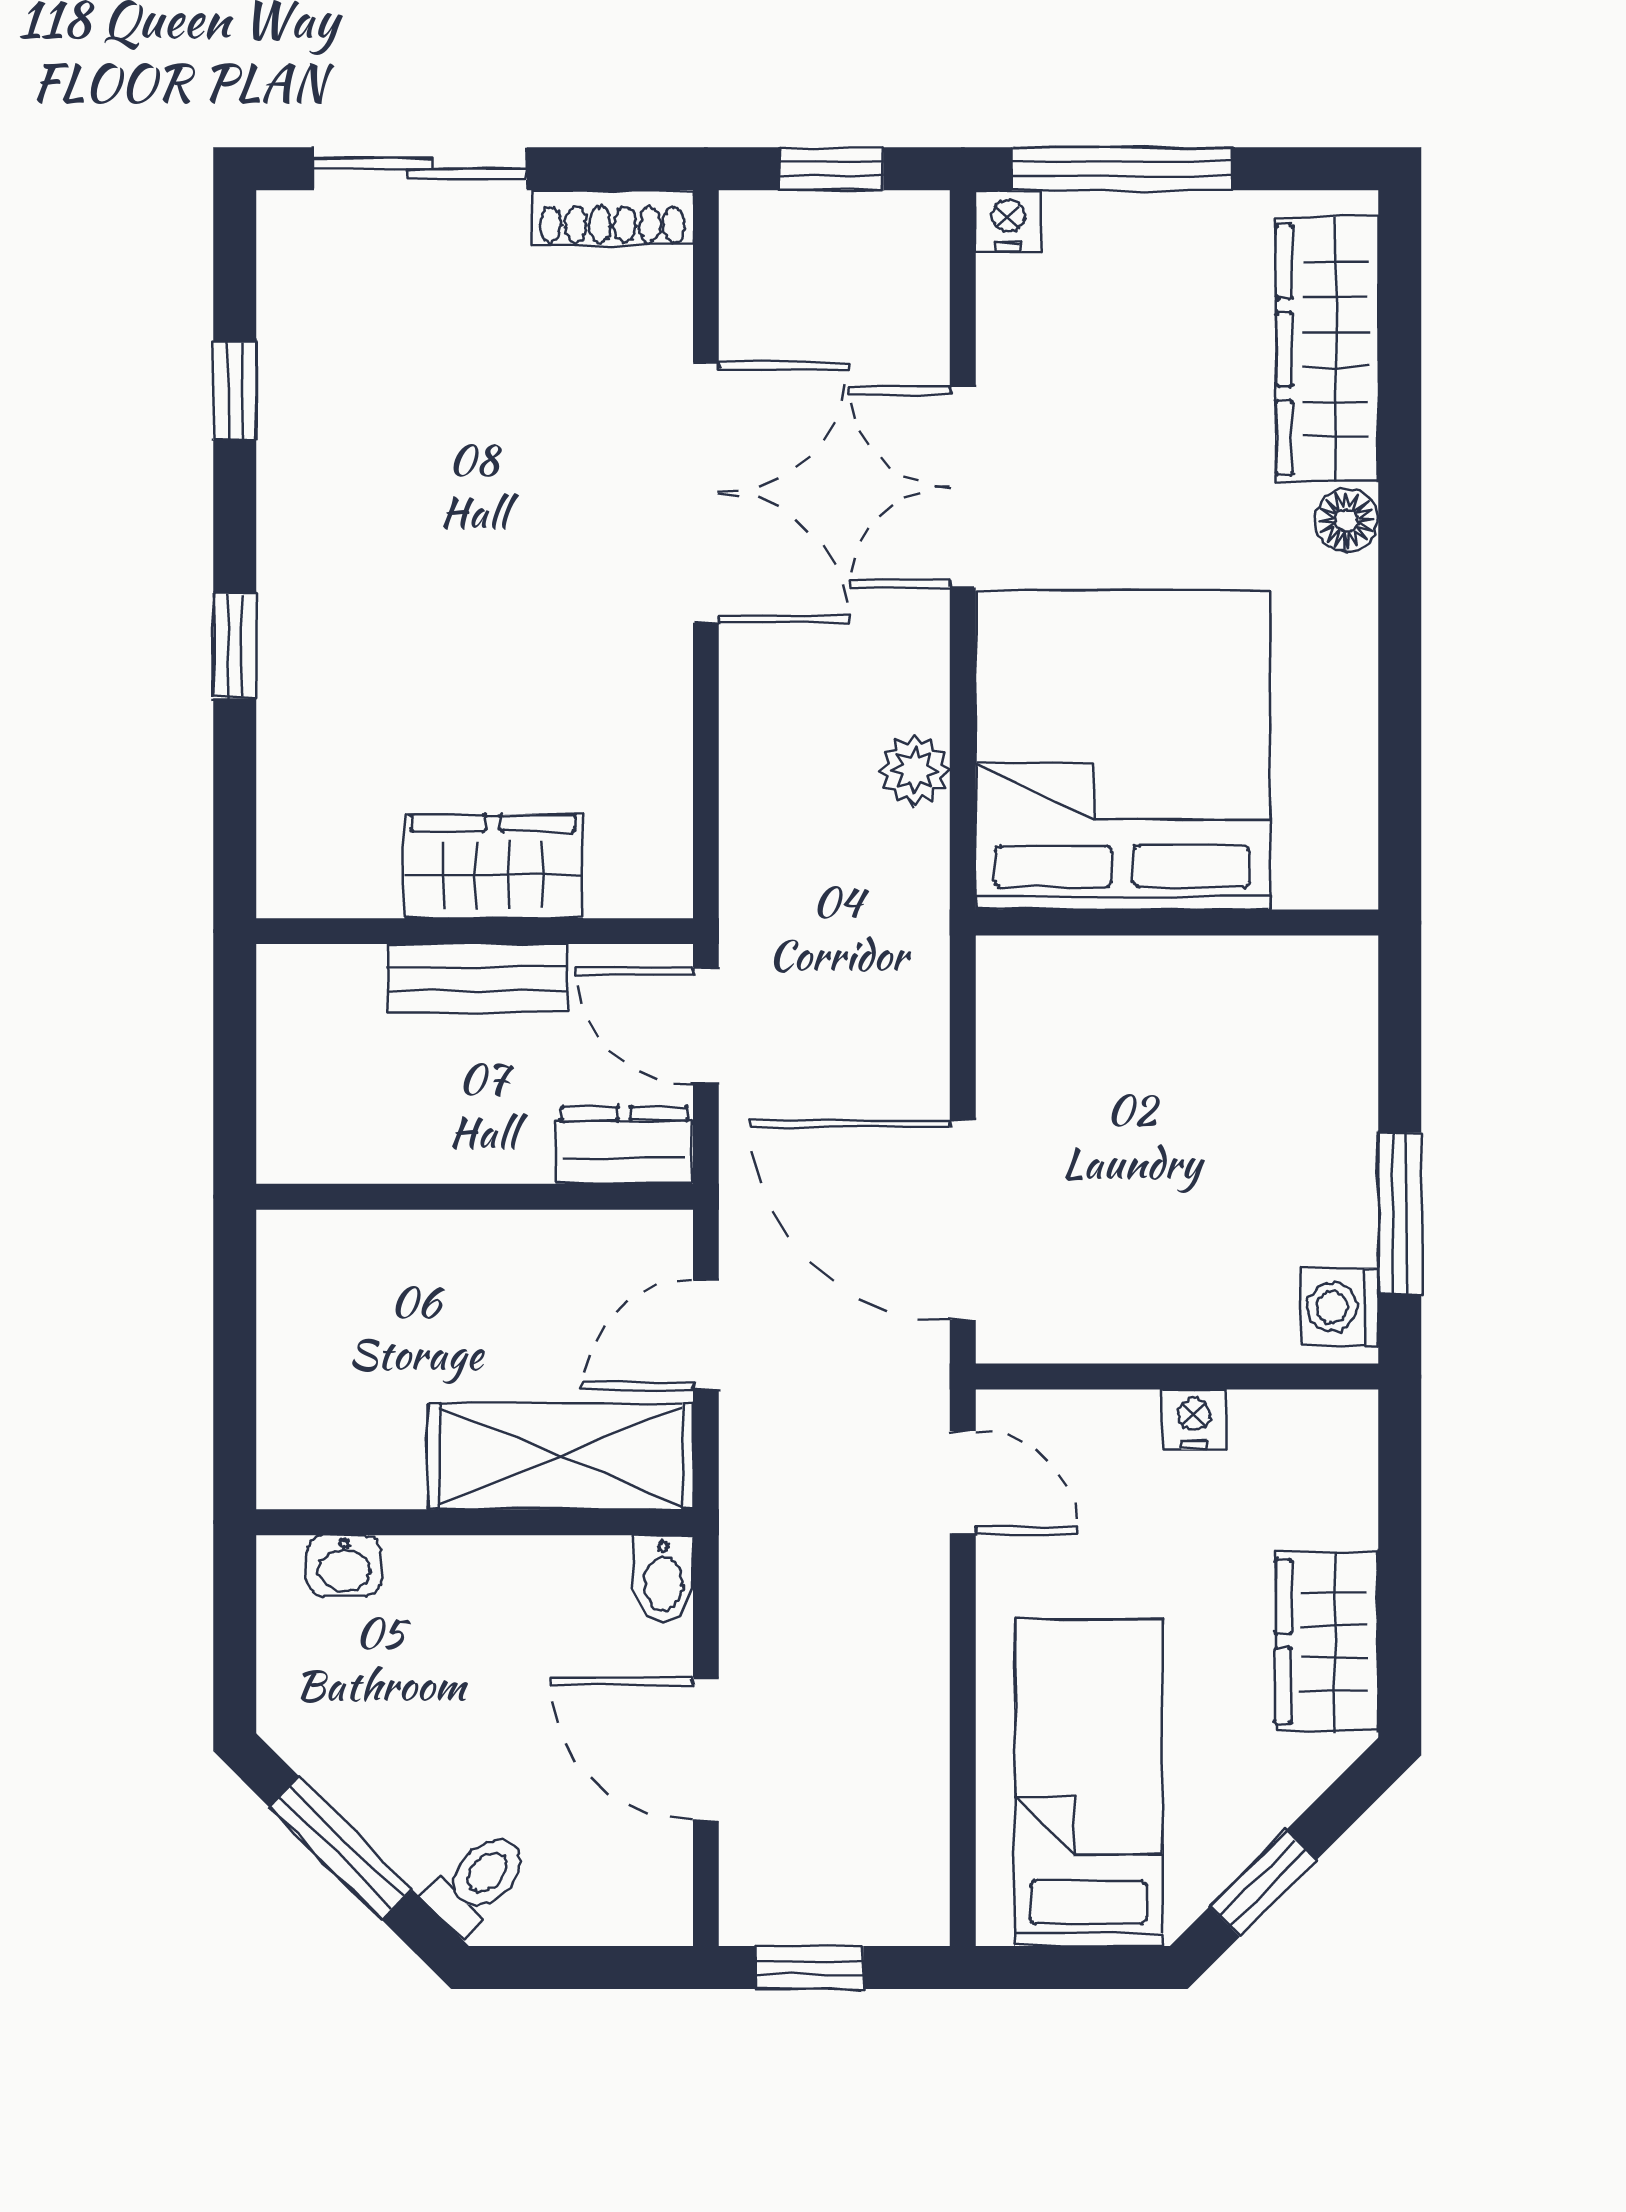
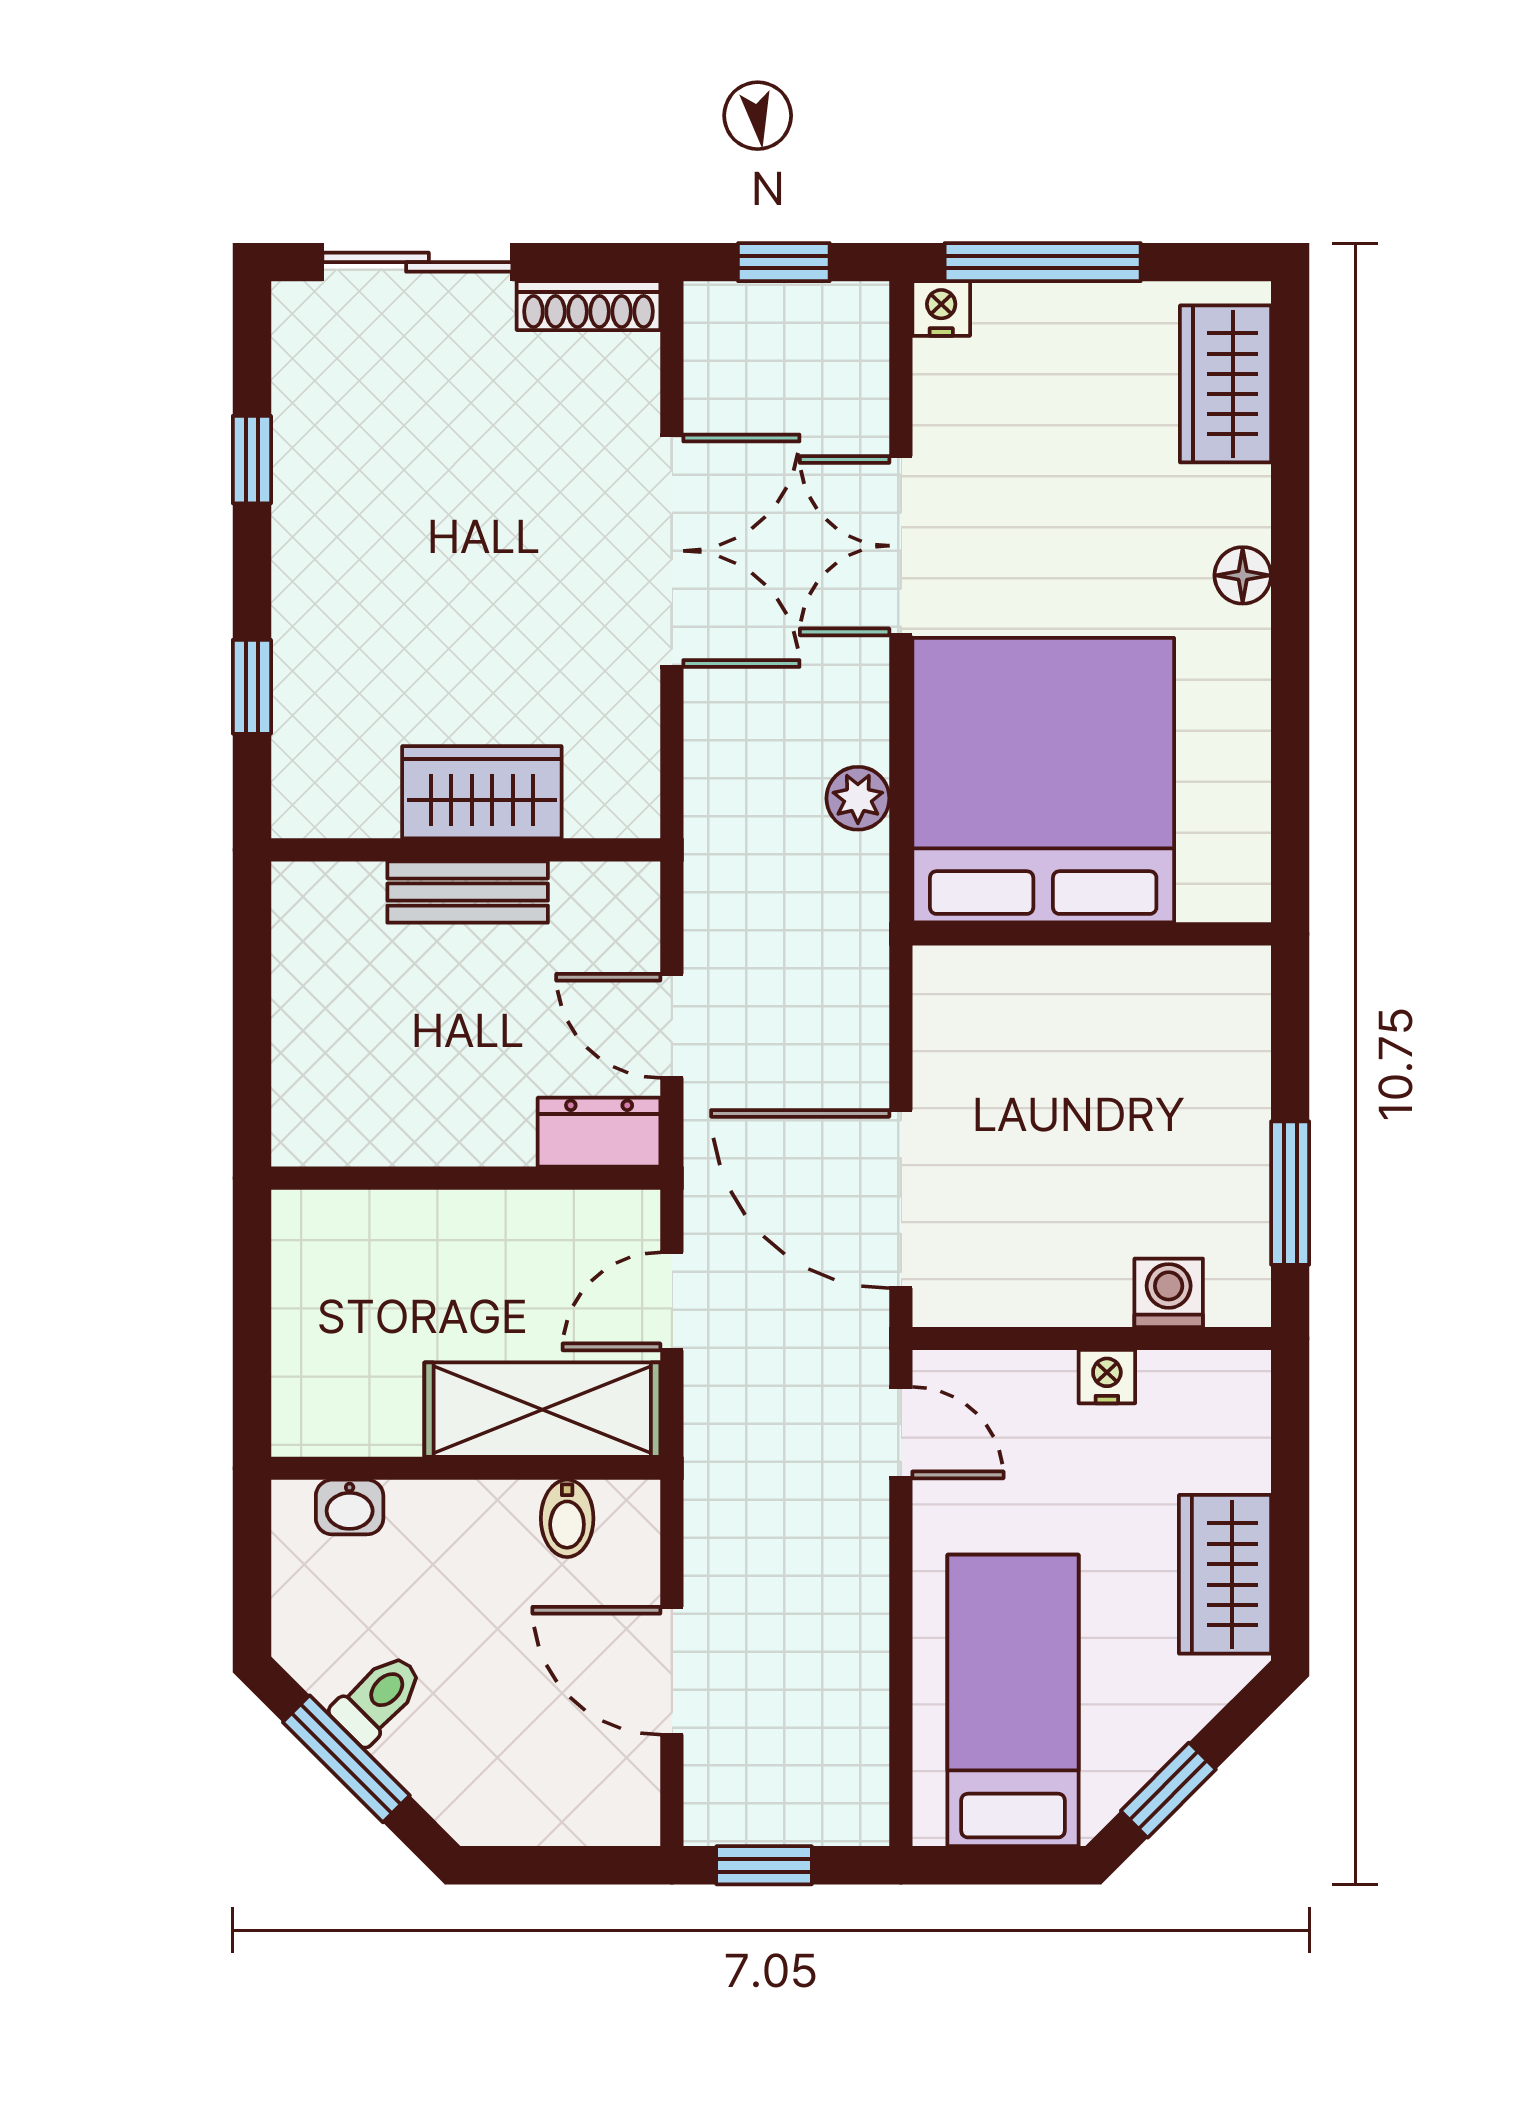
wardrobe: (1327, 350) -> (1226, 384), width x0.67
wardrobe: (493, 866) -> (482, 792), moved
wall: (475, 931) -> (466, 850), moved
bench: (477, 978) -> (468, 892), moved
washing machine: (1340, 1307) -> (1169, 1293), moved, turned 90
bidet: (664, 1578) -> (567, 1518), moved
toilet: (478, 1882) -> (378, 1699), moved

